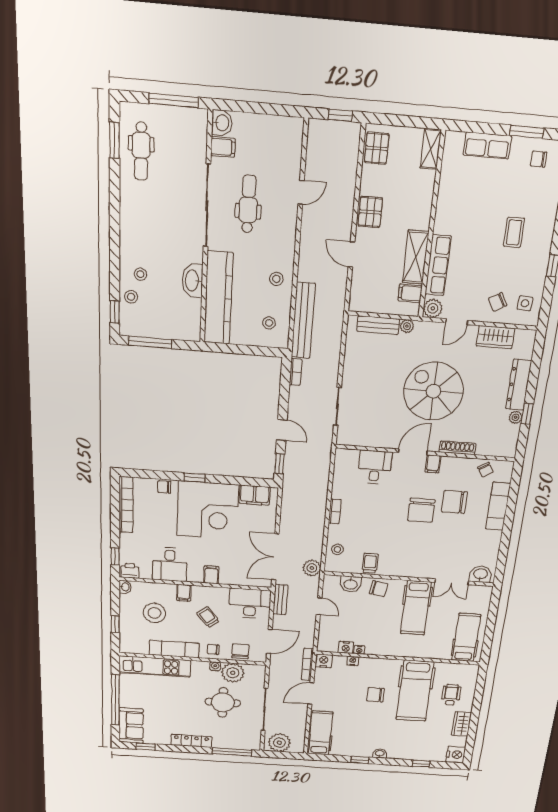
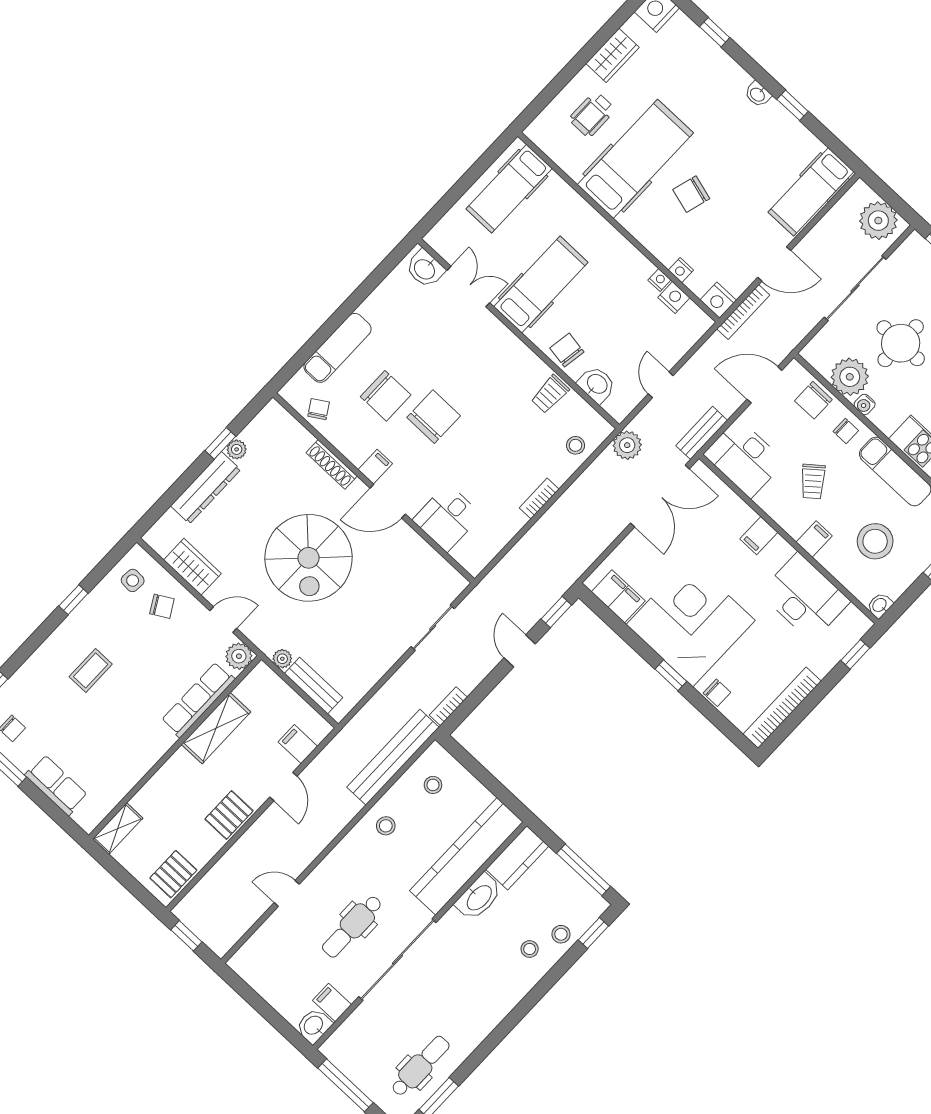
filing cabinet: (410, 293) -> (298, 744), moved, turned 180
kitchen counter: (191, 320) -> (517, 858), added
desk: (170, 564) -> (805, 597), width x1.37
printer: (130, 571) -> (854, 622), removed
chair: (375, 695) -> (691, 194), turned 106

